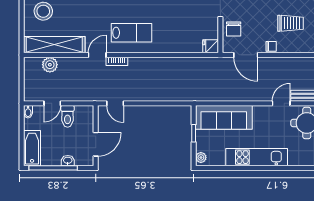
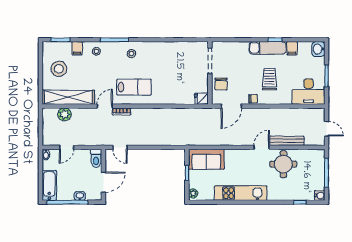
trolley: (290, 23) -> (269, 79), turned -90
door: (246, 55) -> (231, 106), hinge flipped
toilet: (68, 116) -> (96, 158), moved
sofa: (224, 117) -> (206, 159), width x0.73

